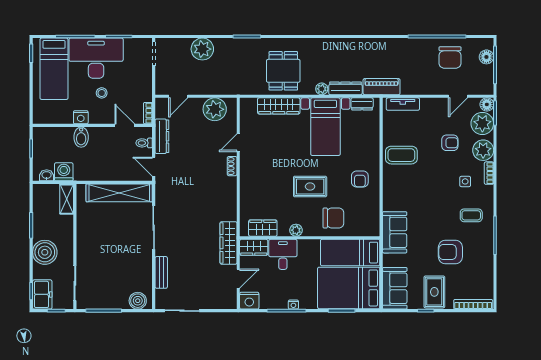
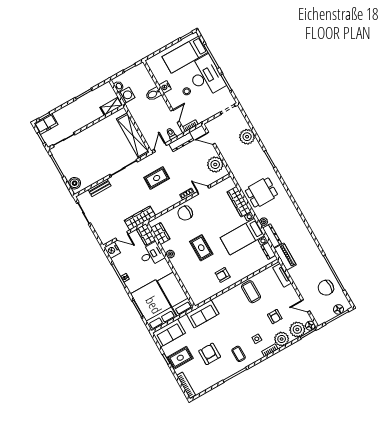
rug: (190, 193) -> (157, 178), added
chair: (333, 218) -> (185, 213), moved, turned 90
boiler: (45, 252) -> (72, 111), removed

